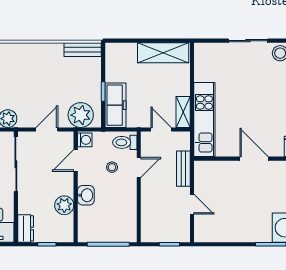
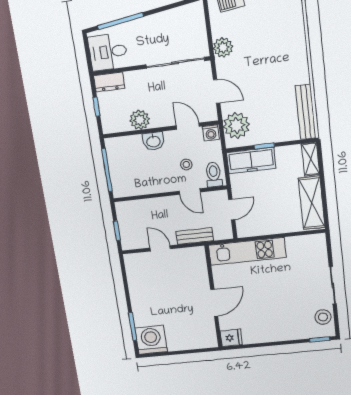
bench: (83, 50) -> (306, 112), width x1.36
shelving: (183, 112) -> (311, 159), moved, turned 90
door: (192, 204) -> (160, 248), swing flipped

